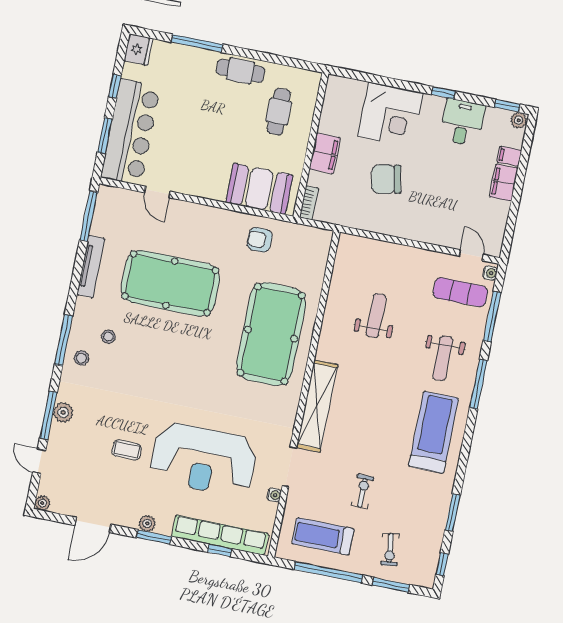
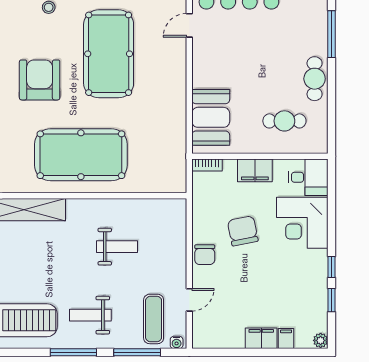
window: (507, 106) -> (332, 300), moved
desk: (462, 122) -> (308, 177), moved
chair: (403, 224) -> (205, 255), added
armchair: (260, 240) -> (40, 80), moved, width x1.88, depth x1.88
door: (471, 255) -> (189, 300), moved

